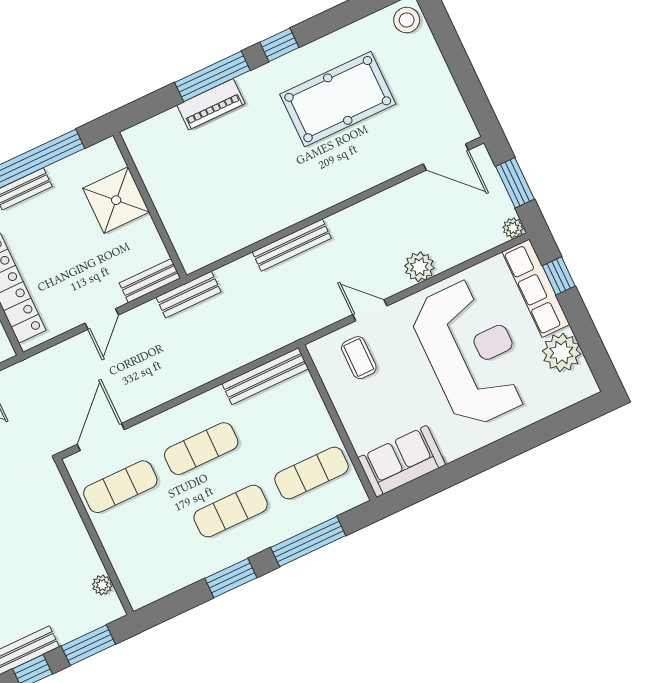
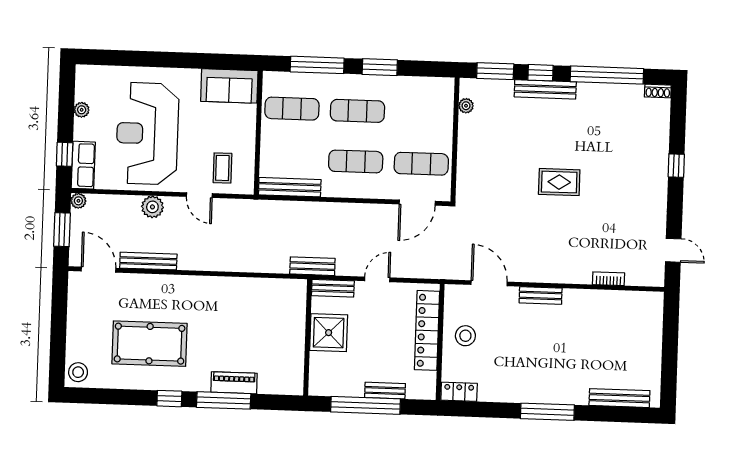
shower: (116, 200) -> (329, 333), moved
bench: (292, 245) -> (148, 261), moved
row of seats: (536, 288) -> (83, 165), width x0.68
plant: (561, 352) -> (82, 110), width x0.53, depth x0.53

